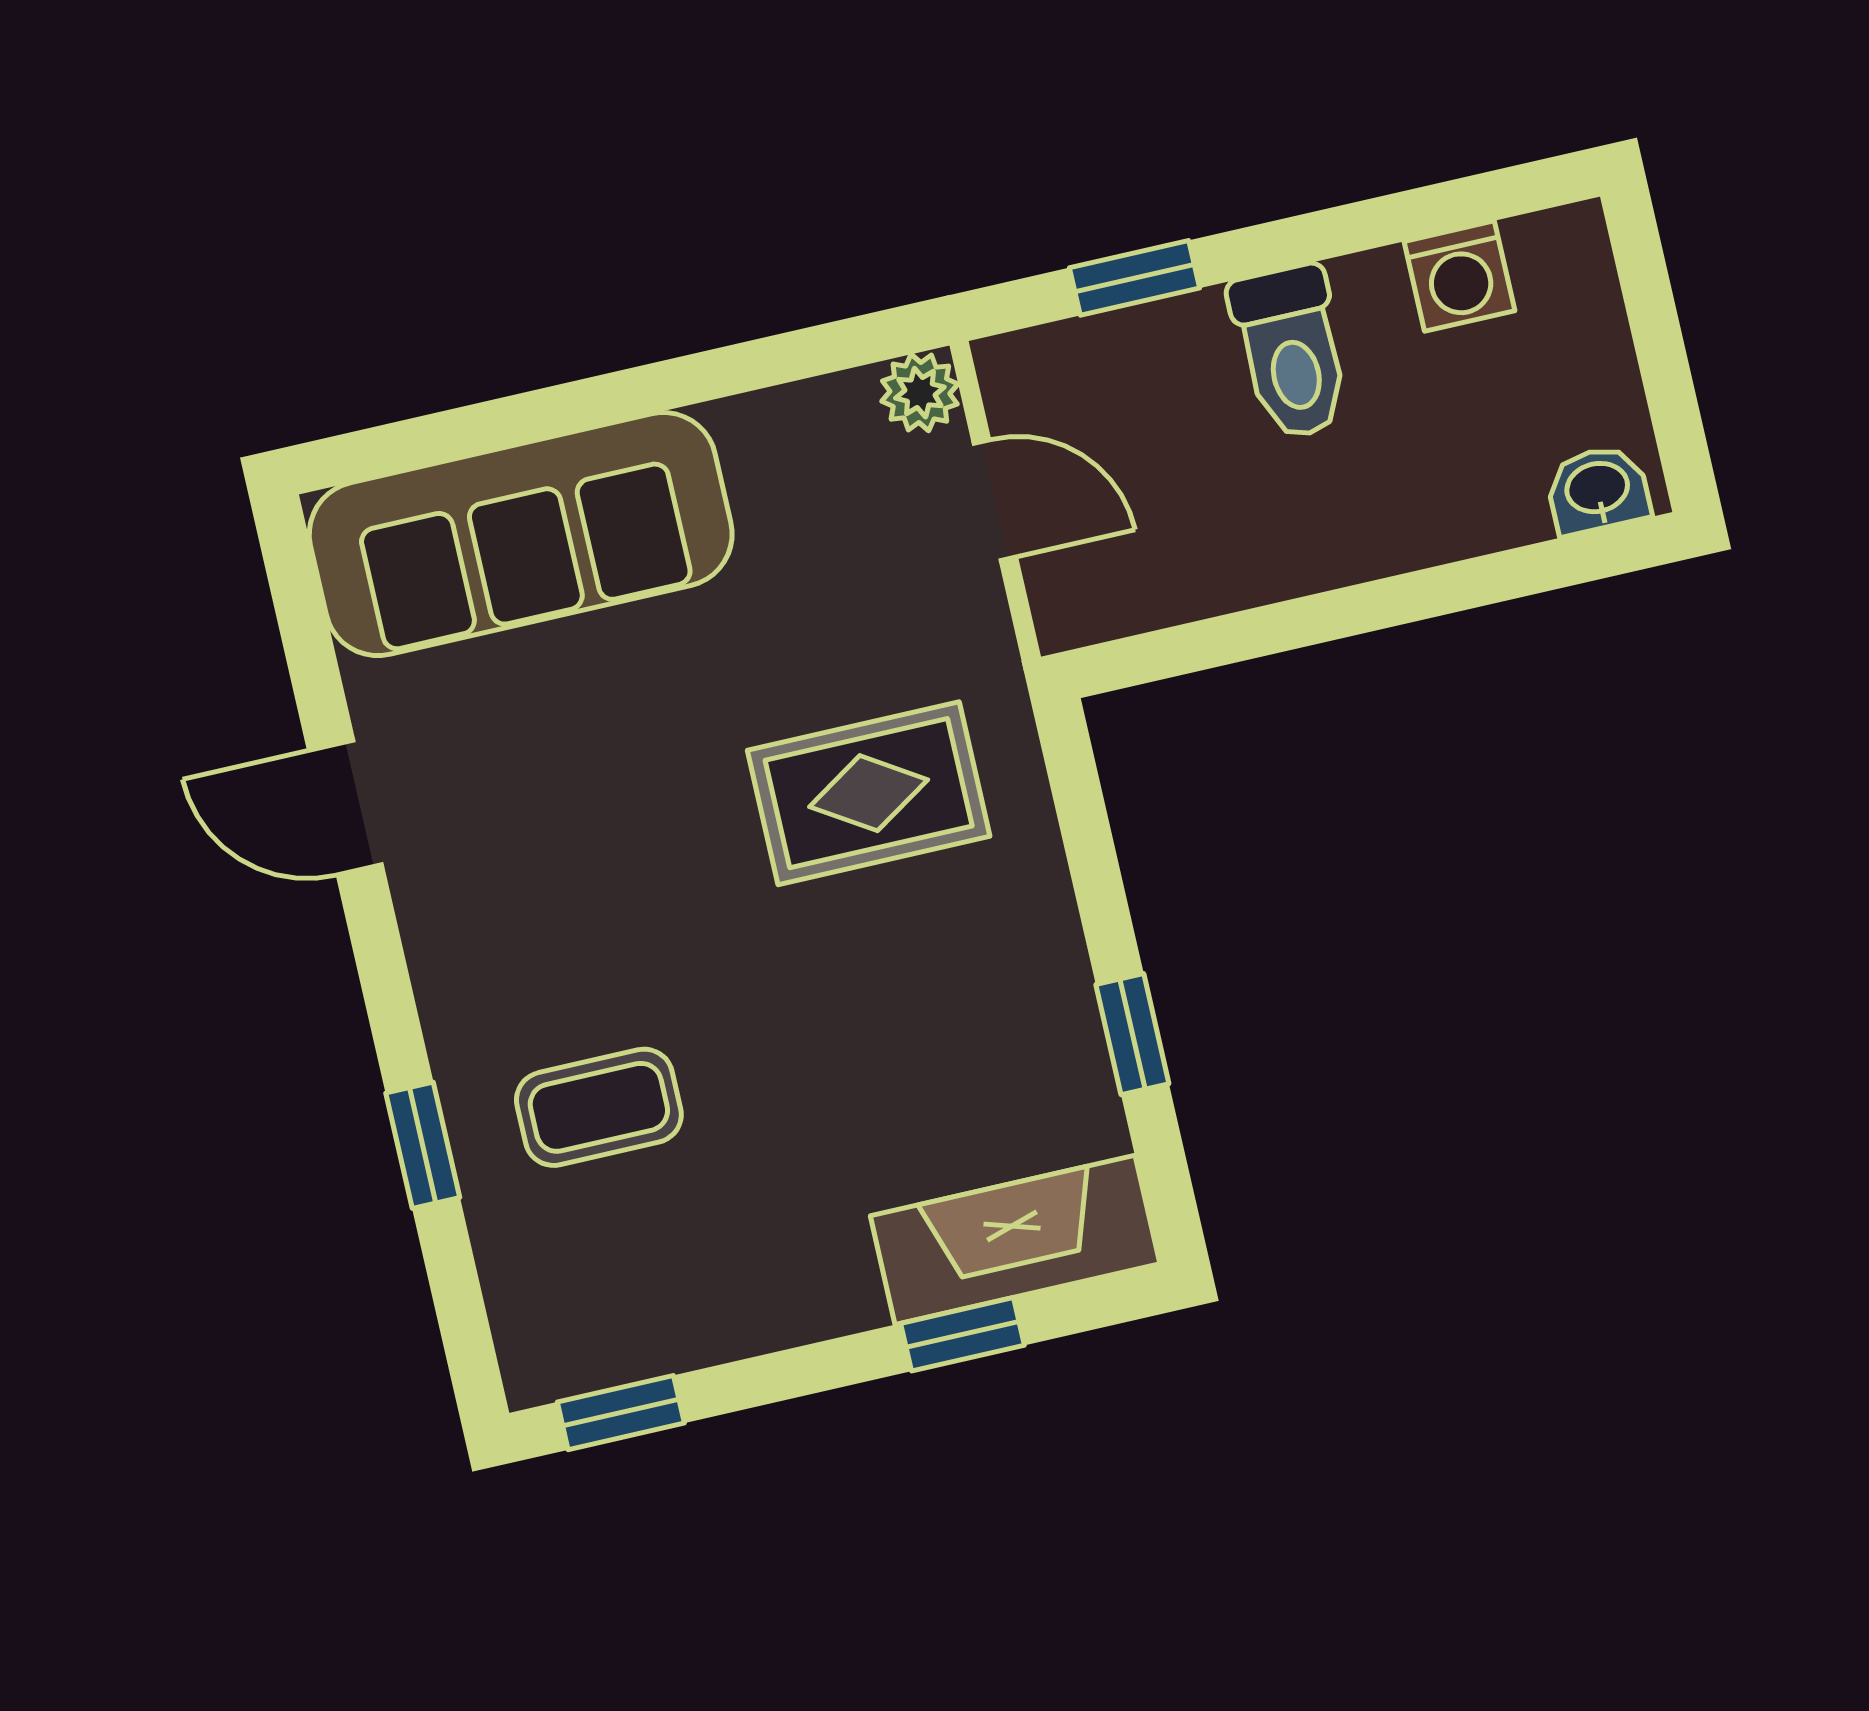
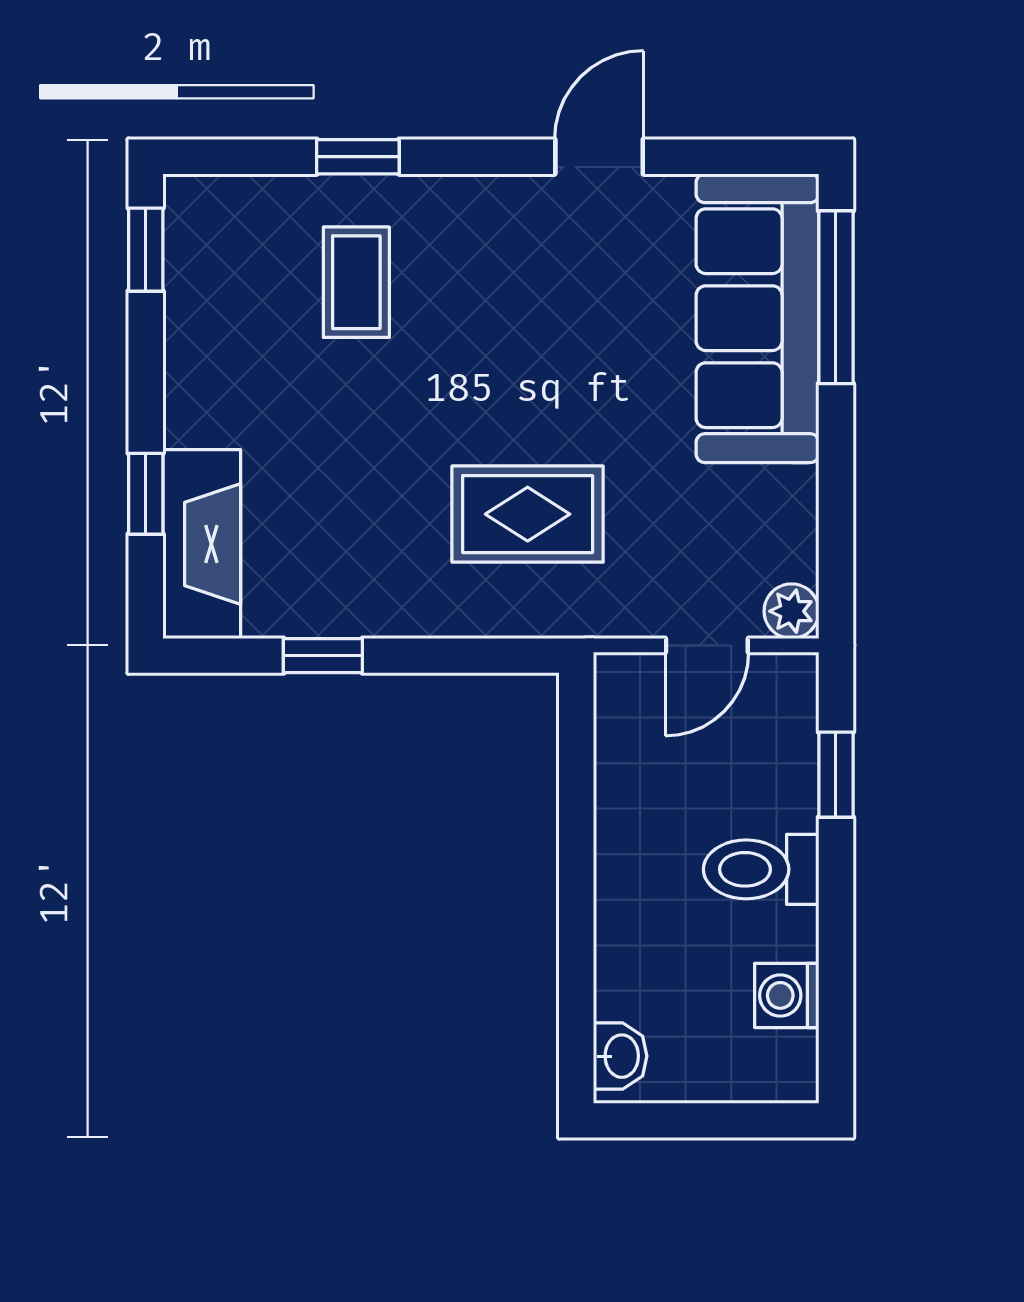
window: (466, 431) -> (836, 297), added
rug: (869, 793) -> (528, 514), turned 90

